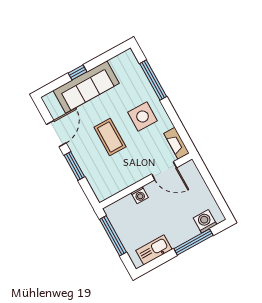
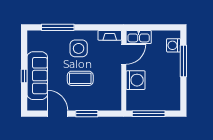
washing machine: (140, 195) -> (136, 80), width x1.89, depth x1.89
kitchen sink: (154, 250) -> (139, 37), moved, turned -90

